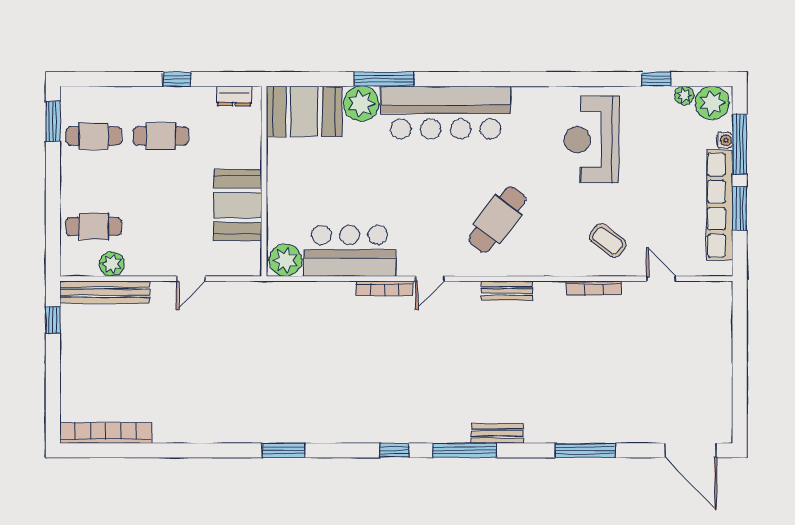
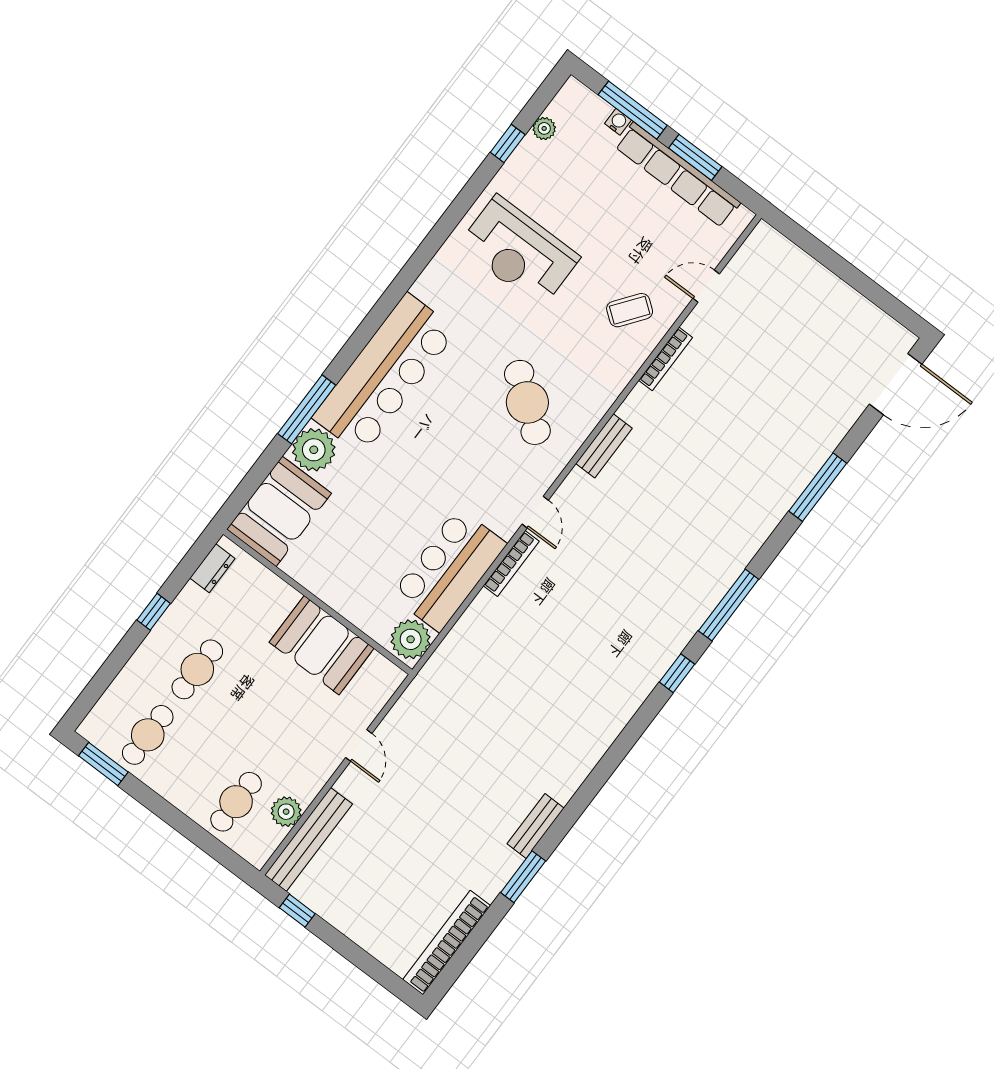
plant: (712, 103) -> (572, 107), removed
bench: (497, 434) -> (536, 826), moved
window: (283, 450) -> (523, 877), moved

